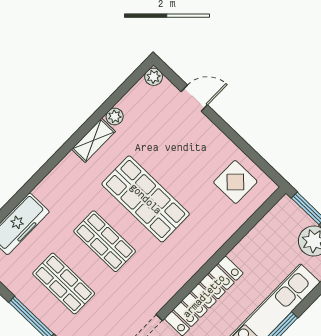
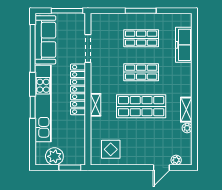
plant: (154, 77) -> (176, 160), moved
shelving: (201, 256) -> (95, 105), added

